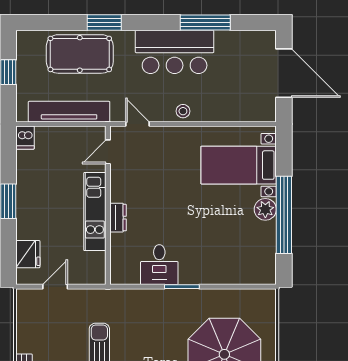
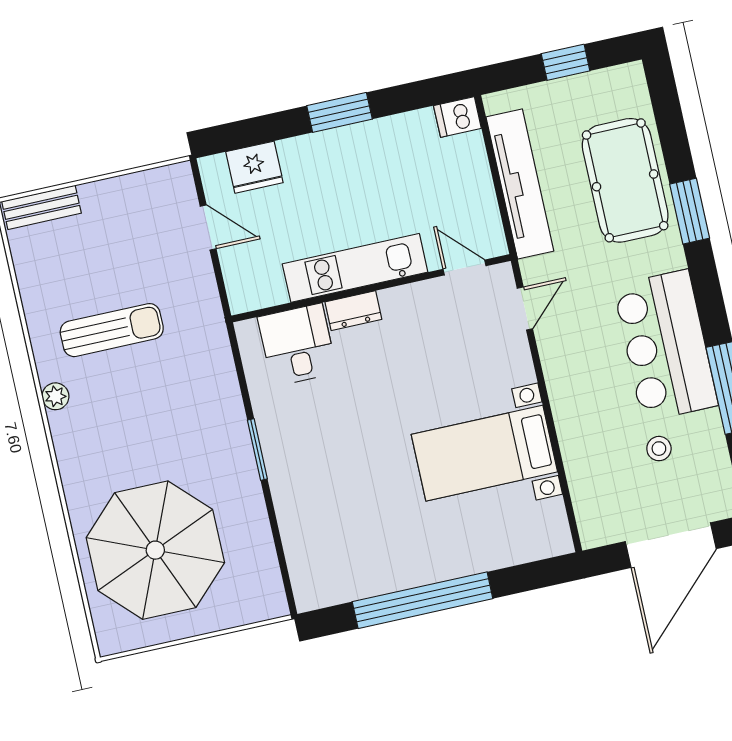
stool: (183, 111) -> (659, 449), moved
bed with nightstands: (239, 165) -> (484, 453), moved, turned -90
plant: (265, 209) -> (425, 565), removed
desk: (159, 265) -> (297, 345), moved, turned 90

